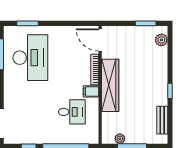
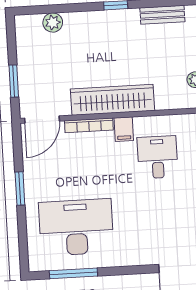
window: (28, 23) -> (20, 188), moved
window: (146, 23) -> (14, 81), moved
plant: (161, 40) -> (53, 23), moved

